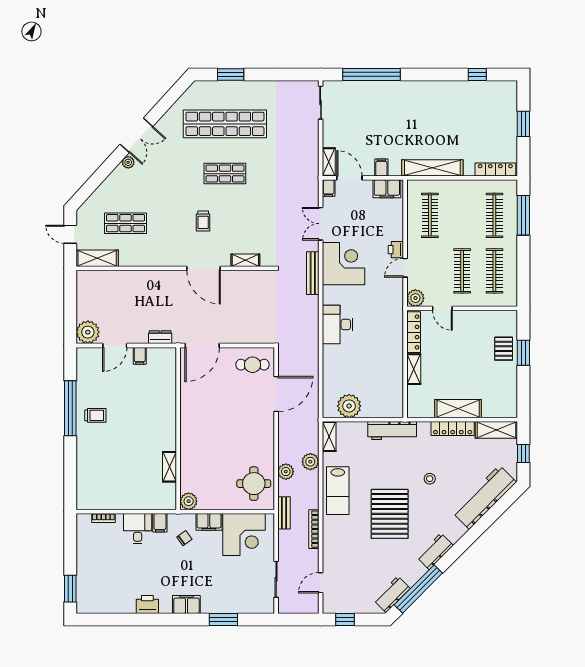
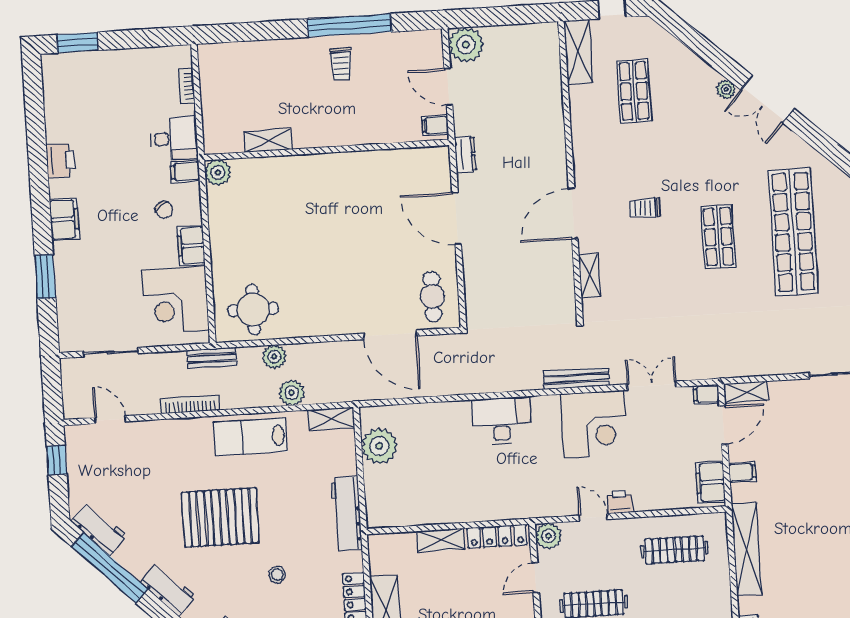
wall: (178, 429) -> (326, 150), moved
shelving: (170, 467) -> (268, 141), moved
plant: (189, 501) -> (218, 173), moved

